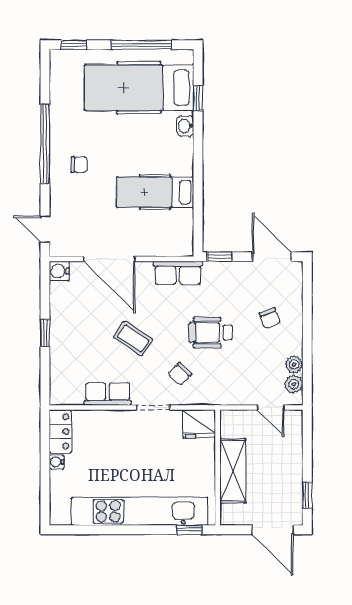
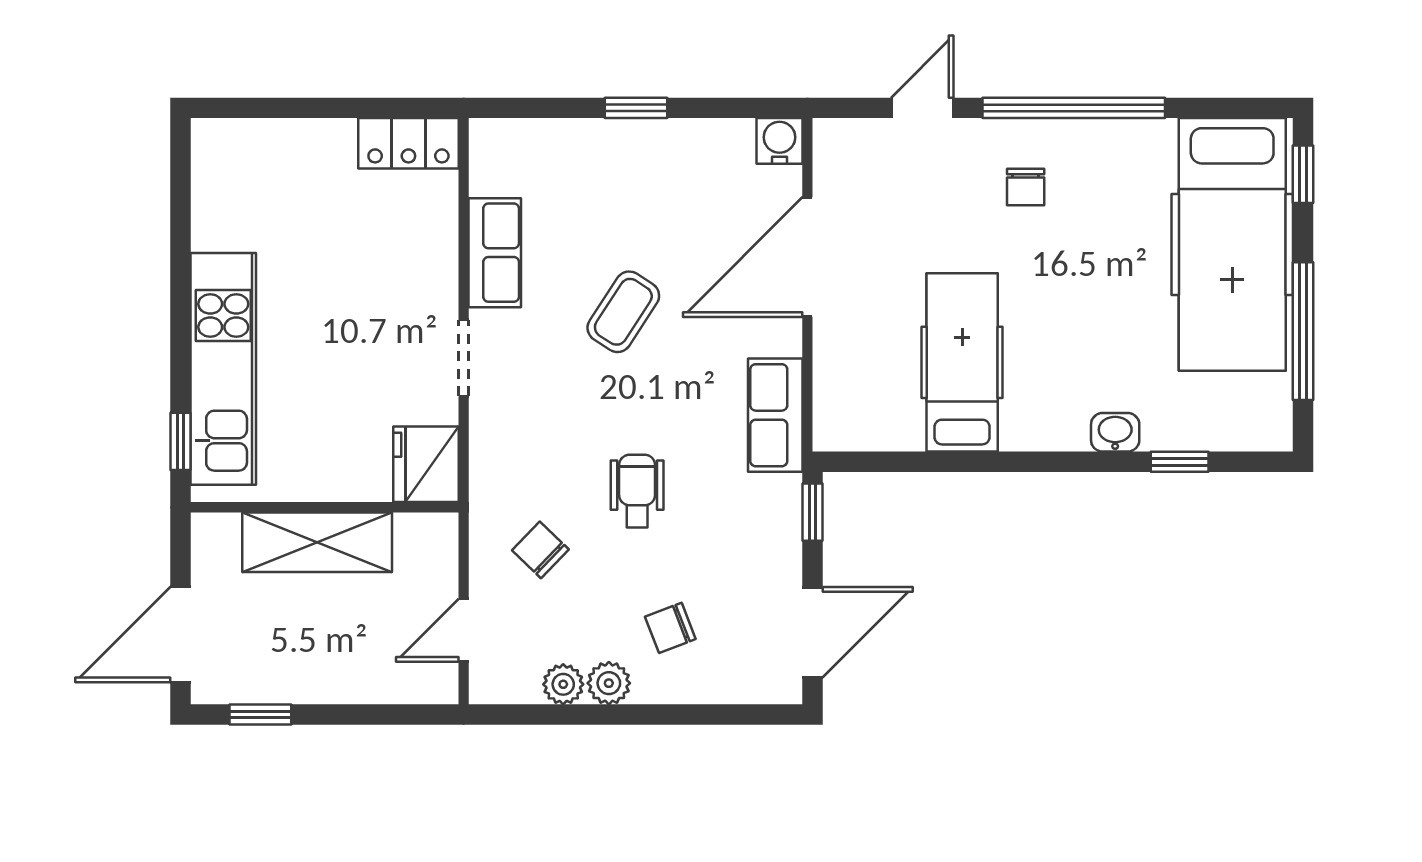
hospital bed: (139, 88) -> (1232, 244), moved, turned 180
door: (45, 229) -> (922, 108), moved
wheelchair: (211, 333) -> (637, 491), width x0.73, depth x0.73
chair: (180, 374) -> (540, 550), moved
plant: (294, 384) -> (609, 683), moved
water cooler: (57, 462) -> (338, 135), removed
kitchen unit: (140, 511) -> (223, 369), width x0.73

